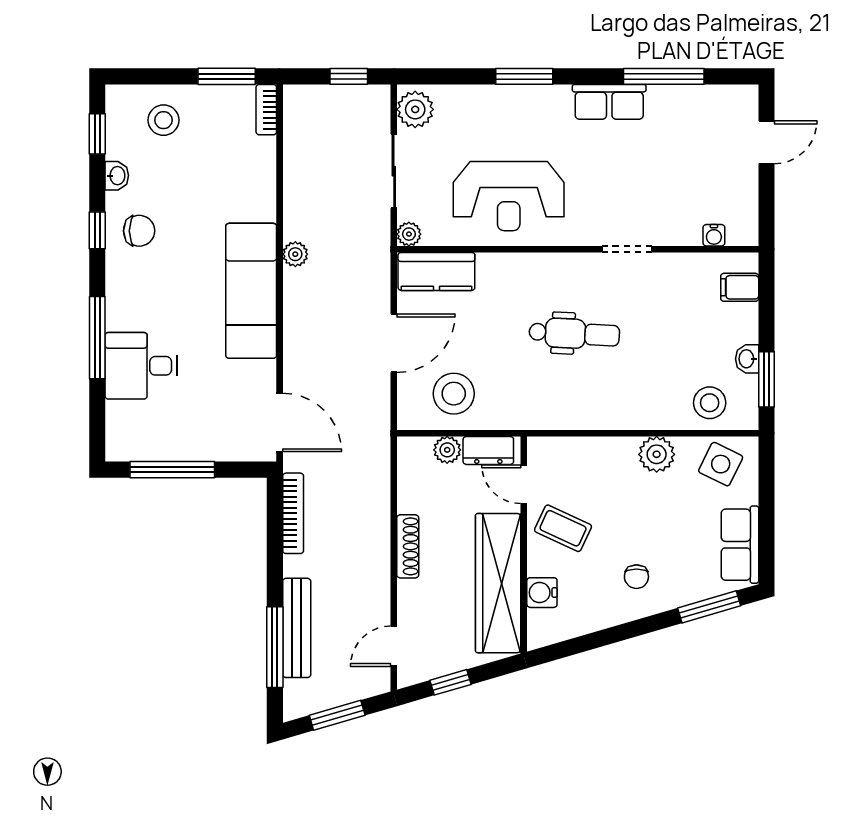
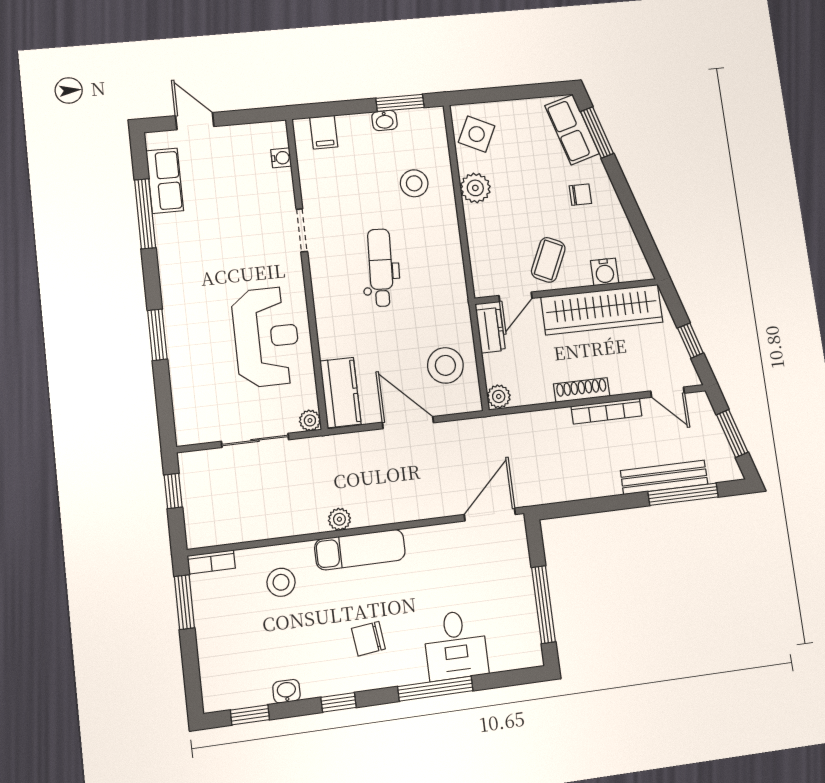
row of seats: (609, 102) -> (165, 181), moved
plant: (415, 109) -> (197, 428), removed
stool: (163, 120) -> (281, 582), moved
chair: (139, 231) -> (368, 639), moved, turned -97
exam couch: (251, 291) -> (360, 550), width x0.73, depth x0.69
stool: (710, 403) -> (414, 183), moved
plant: (447, 450) -> (499, 396), moved
bookcase: (293, 513) -> (606, 411), moved, turned 180
row of seats: (740, 545) -> (572, 130), moved, turned 74

